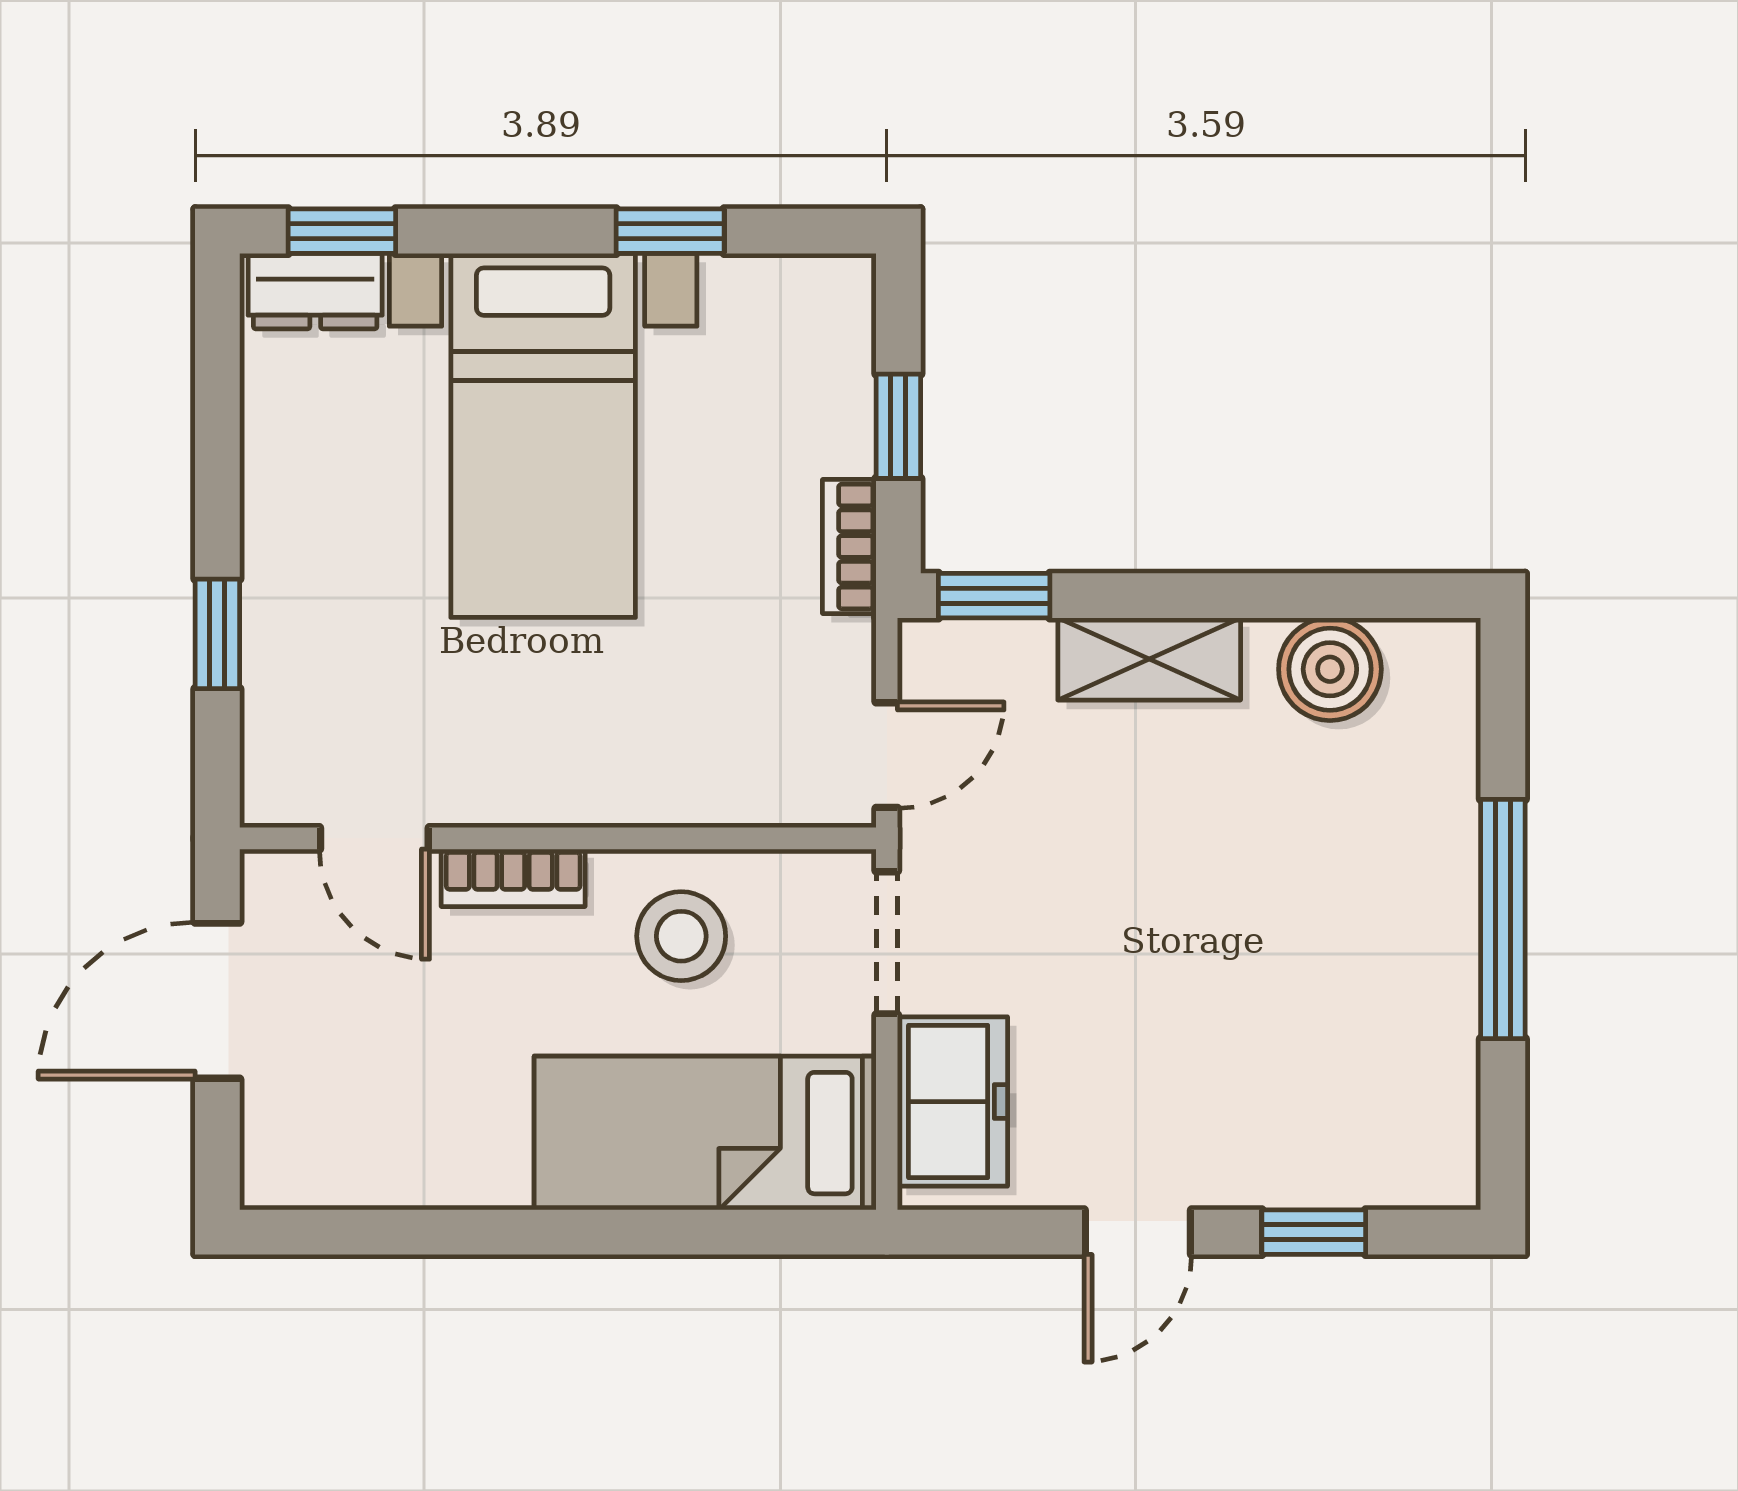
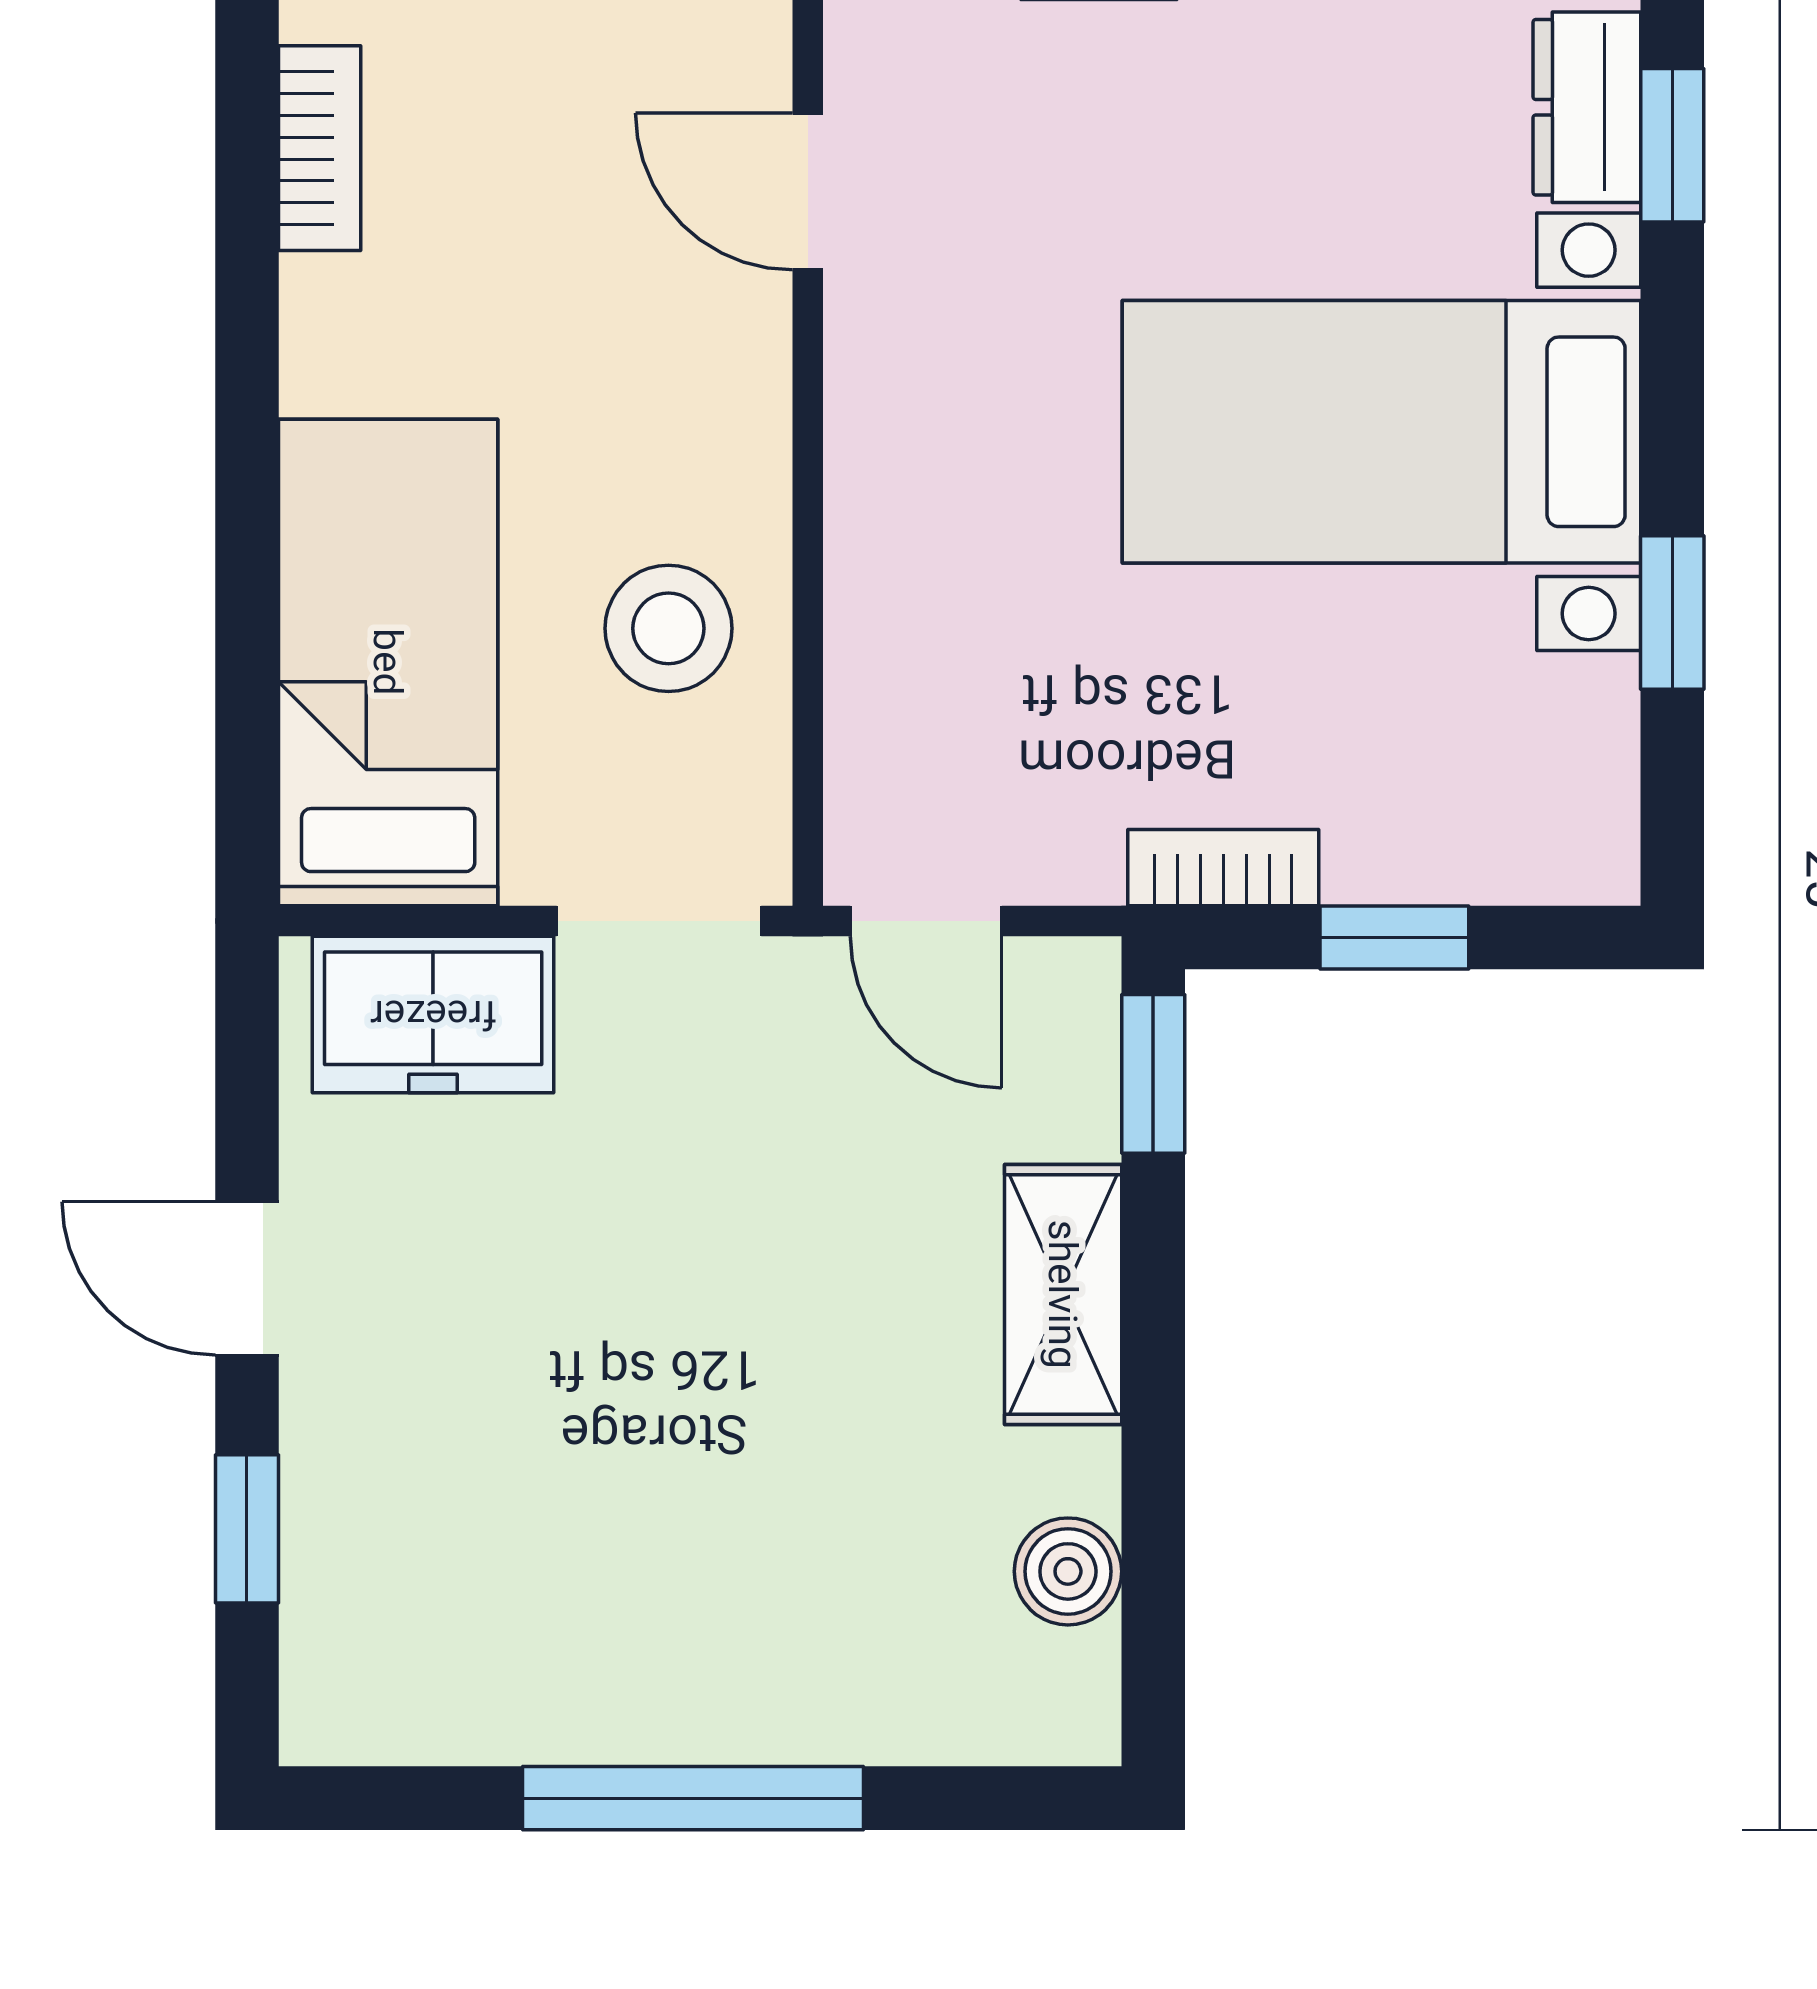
boiler: (1330, 669) -> (1068, 1571), width x0.73, depth x0.73
door: (374, 838) -> (808, 192), hinge flipped
bookcase: (513, 878) -> (320, 148), moved, turned 180

